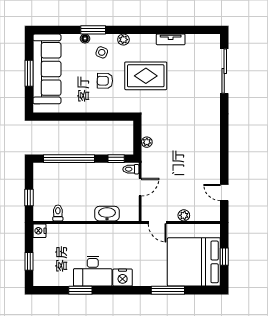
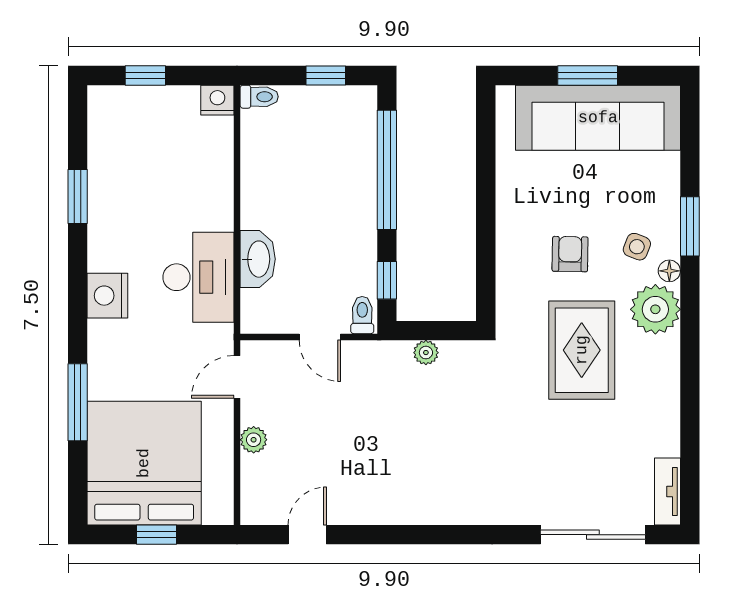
floor lamp: (85, 39) -> (669, 271), moved
tv unit: (171, 39) -> (667, 492), moved
plant: (123, 40) -> (655, 309), width x1.87, depth x1.87
window: (29, 198) -> (326, 75), moved
toilet: (58, 213) -> (259, 97), moved
desk: (93, 271) -> (198, 277), moved, turned 180

